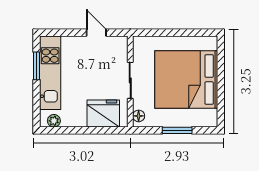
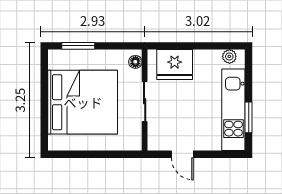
window: (177, 130) -> (78, 46), moved

